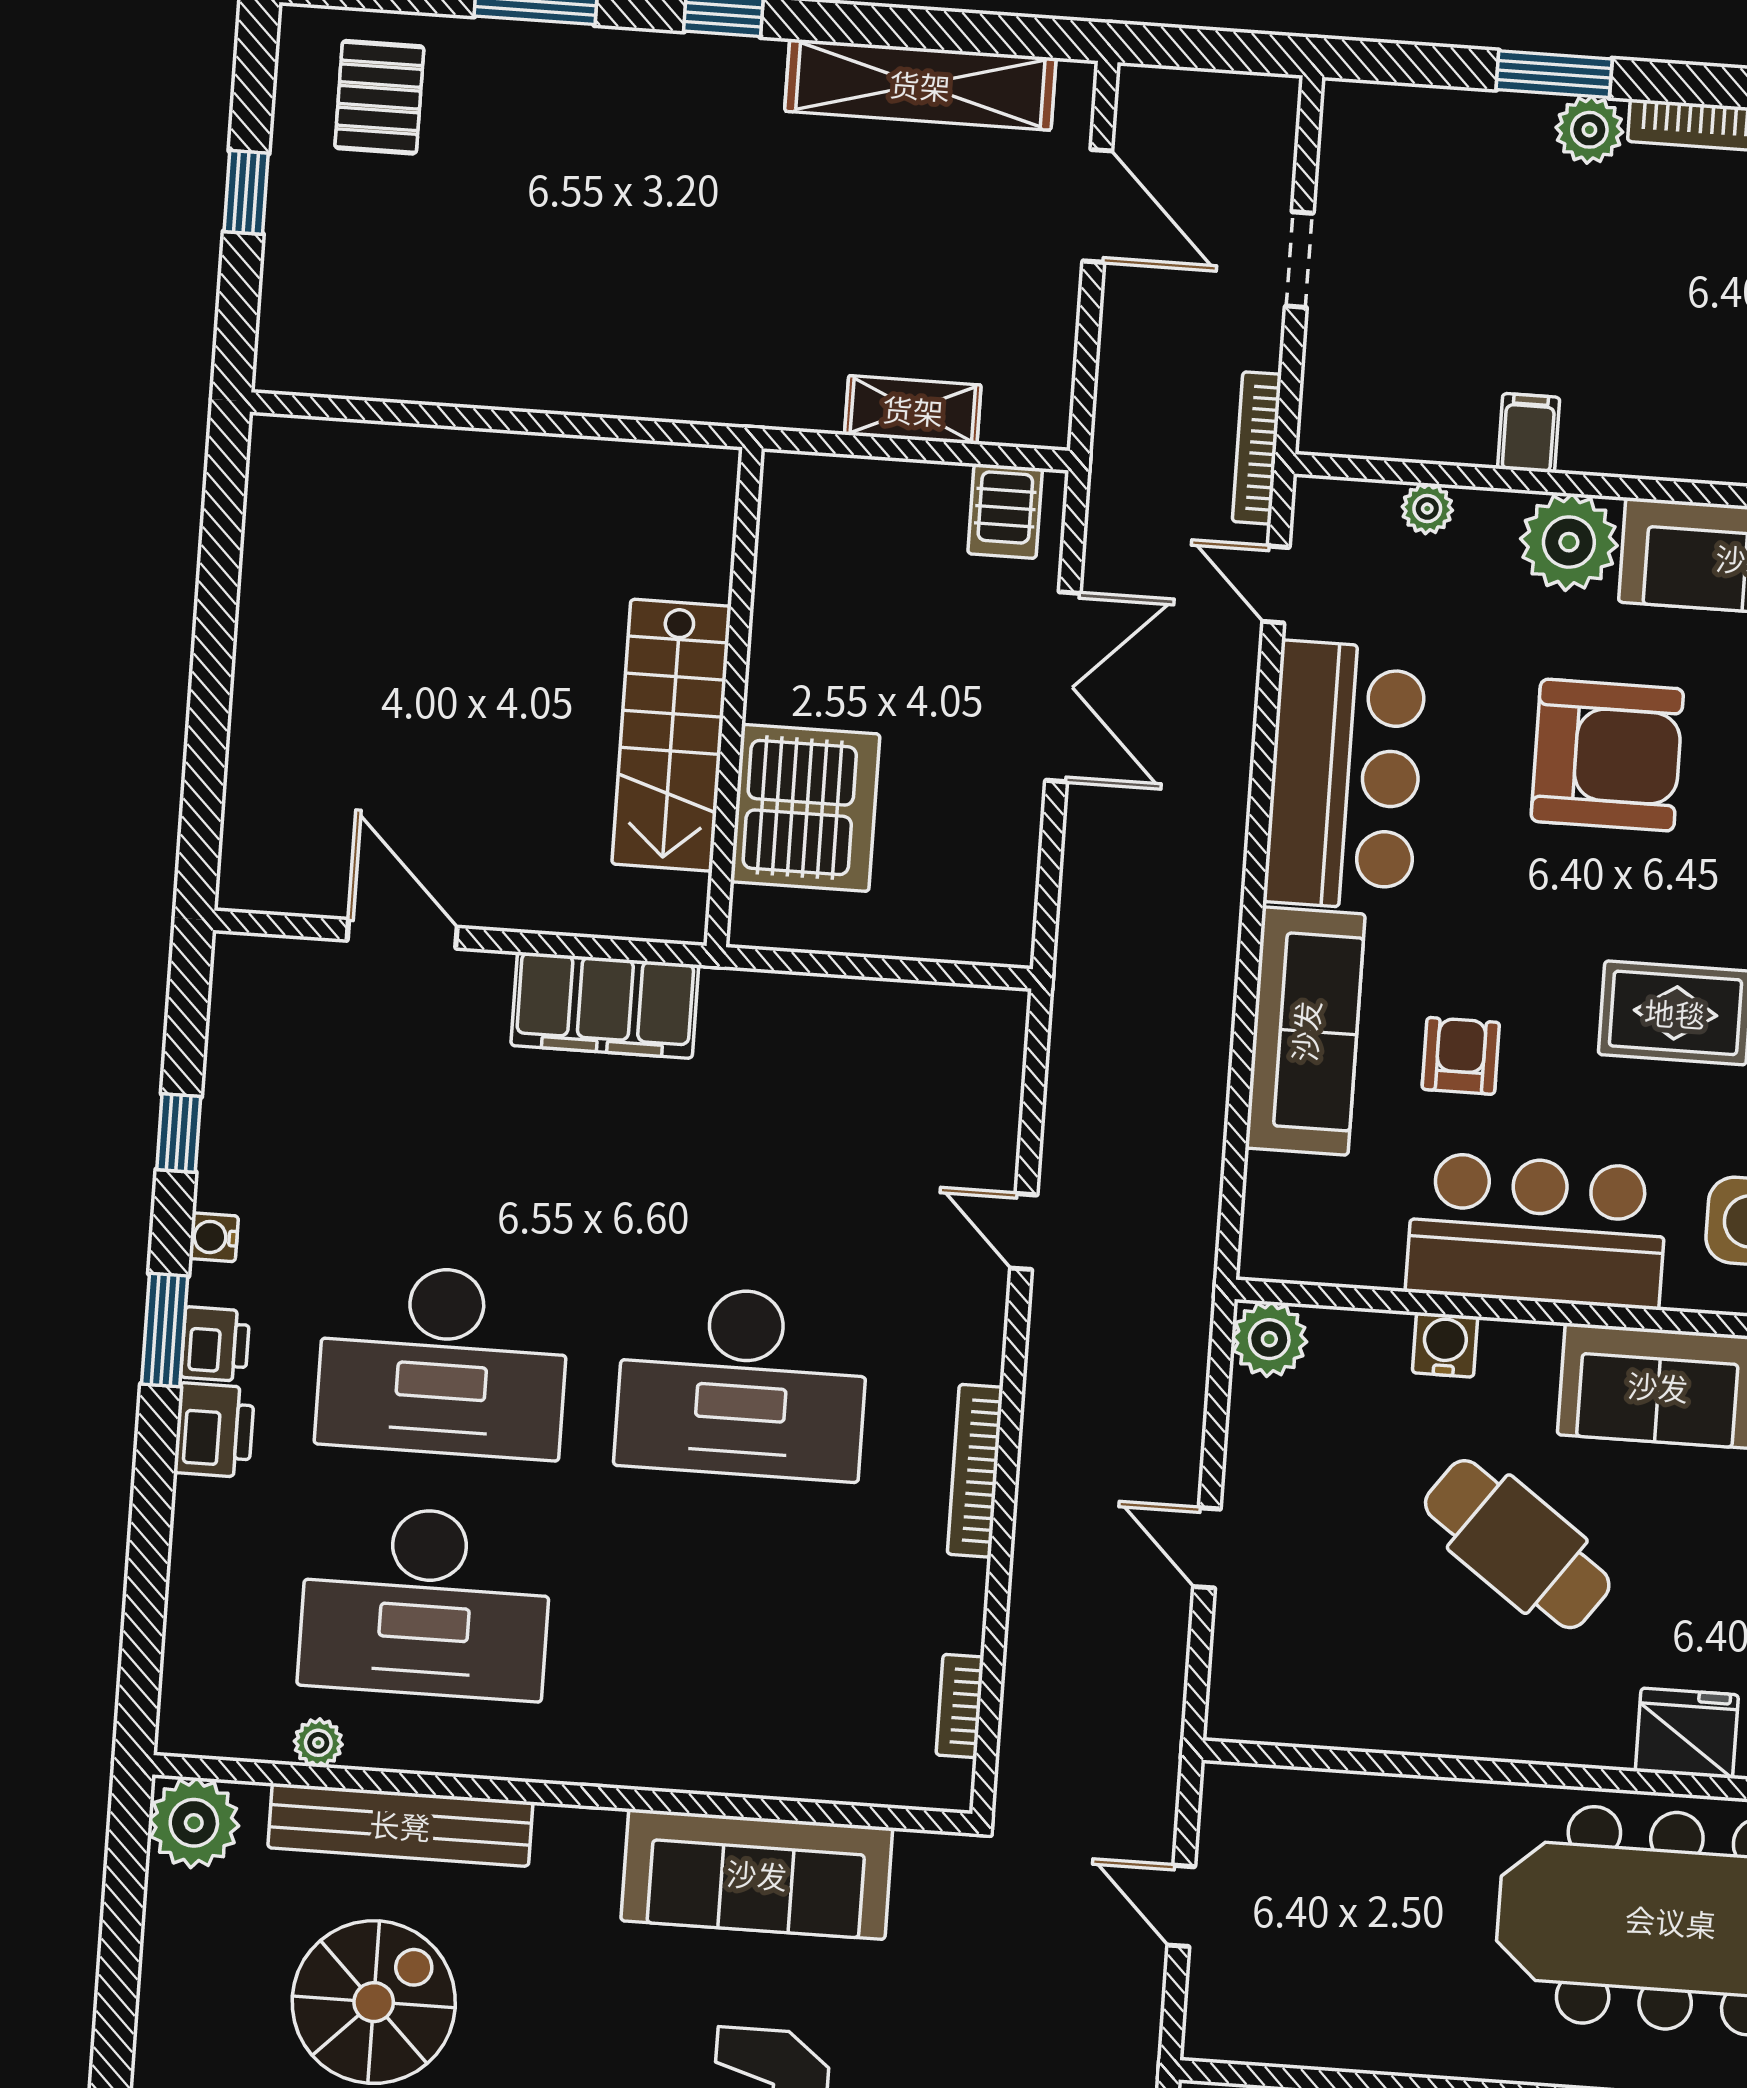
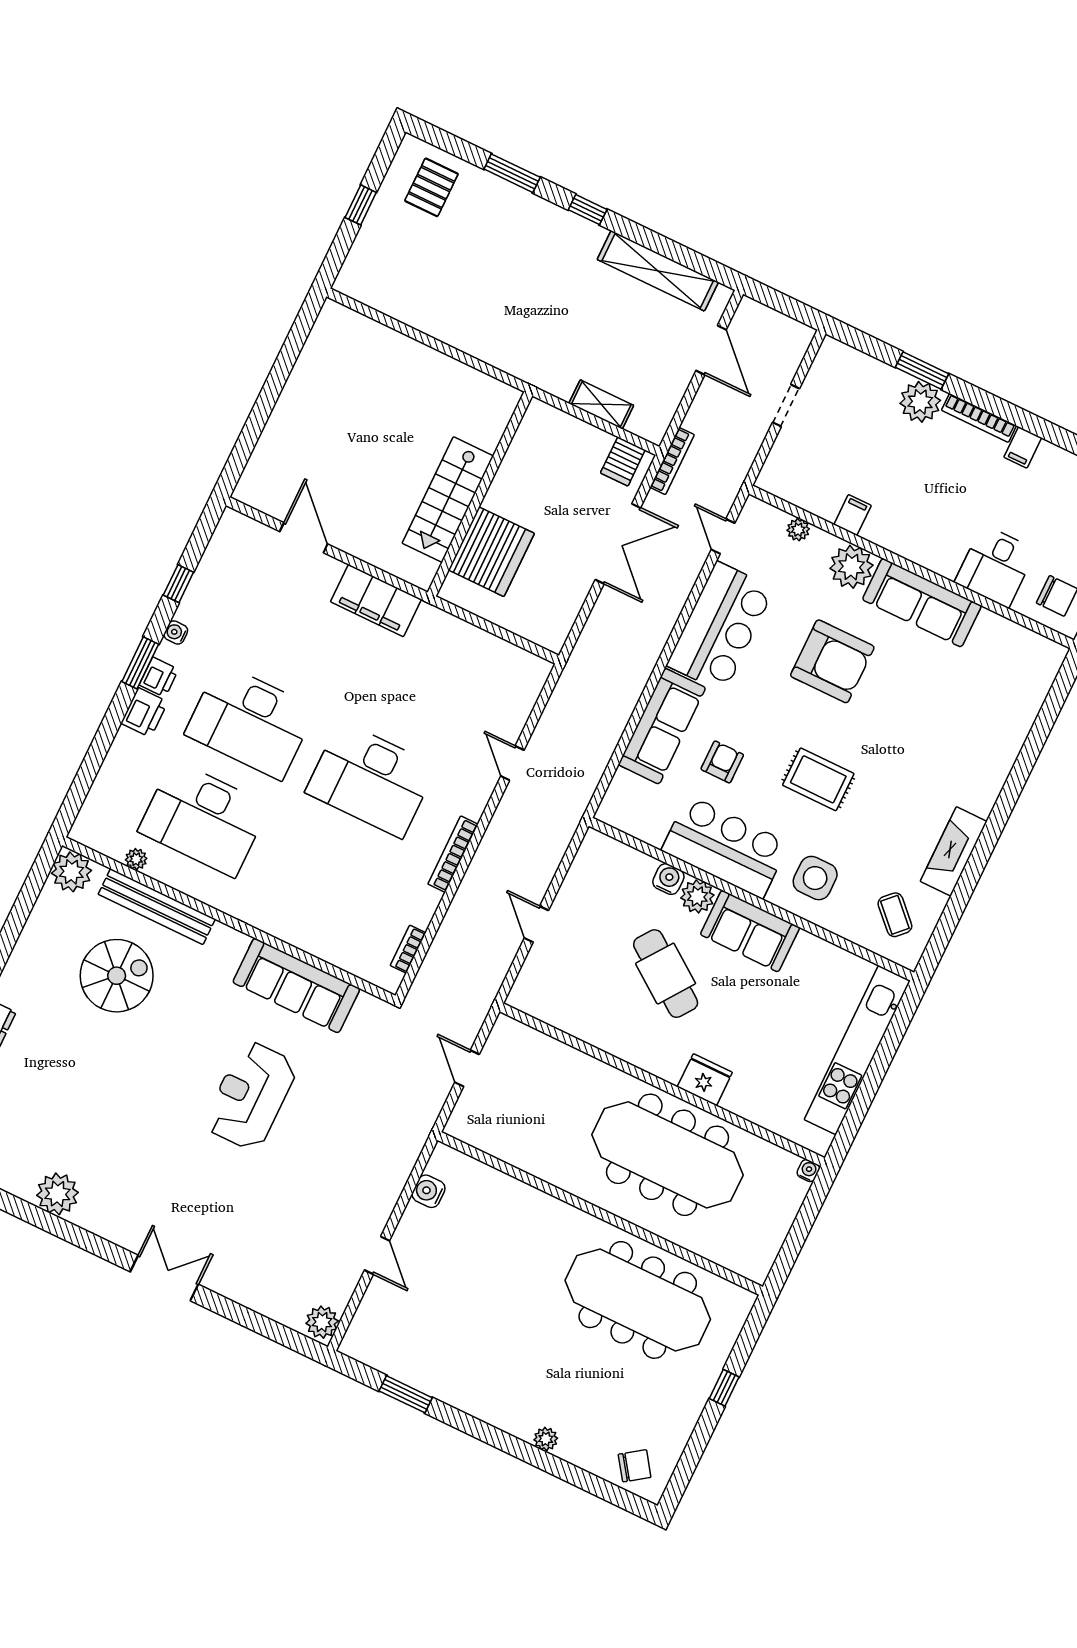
plant: (1589, 130) -> (920, 402), width x1.36, depth x1.36
bookcase: (1257, 448) -> (672, 461), moved, turned 180
plant: (1269, 1339) -> (697, 897), moved

